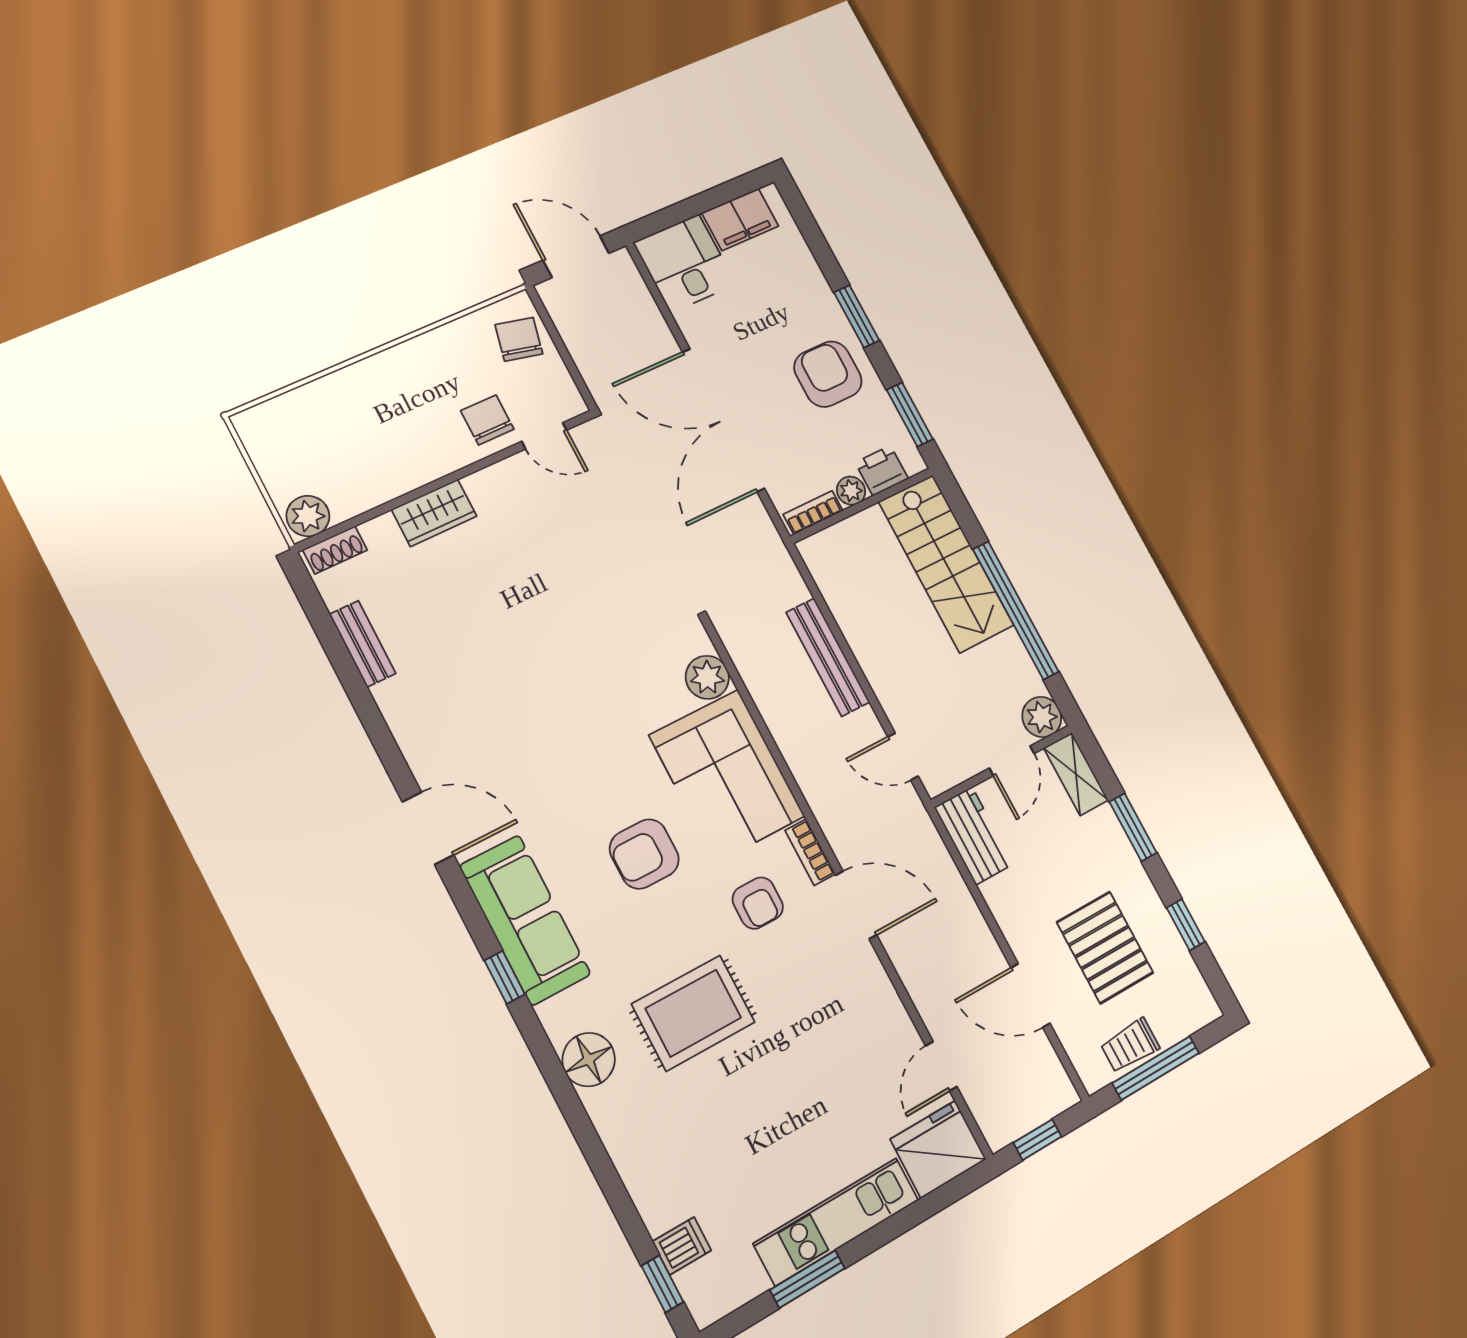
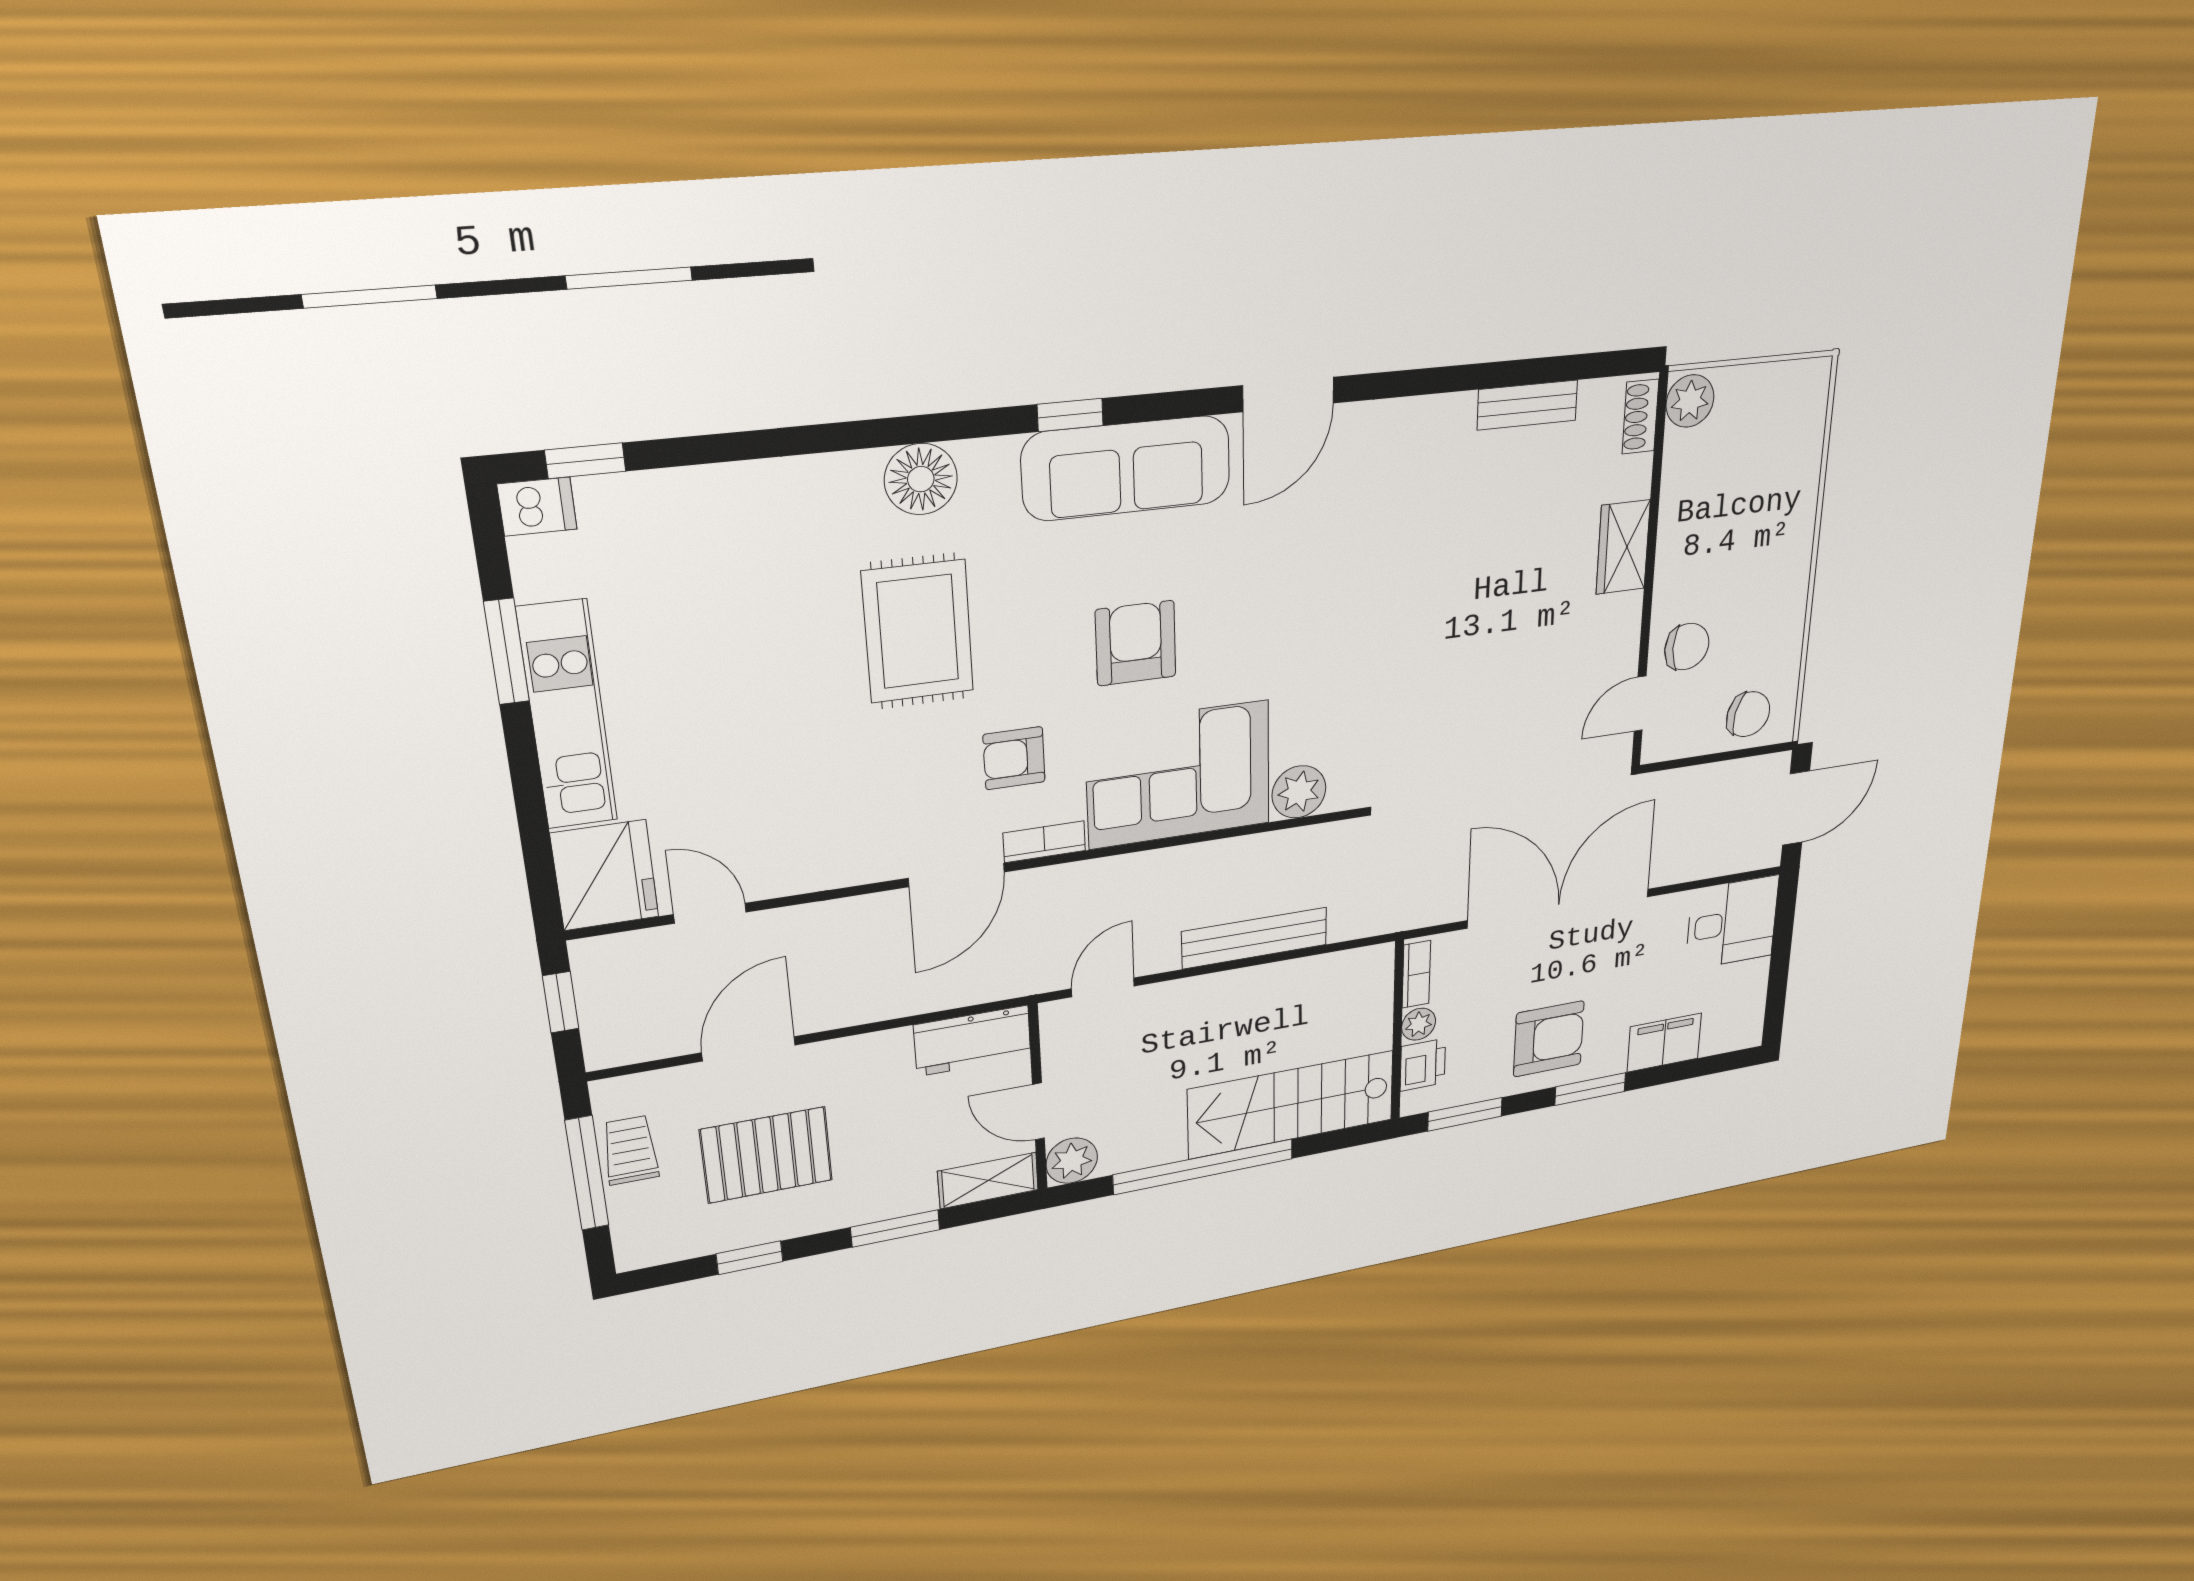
filing cabinet: (740, 220) -> (1664, 1043), moved, turned 90
dishwasher: (682, 1246) -> (537, 507), moved, turned -90

